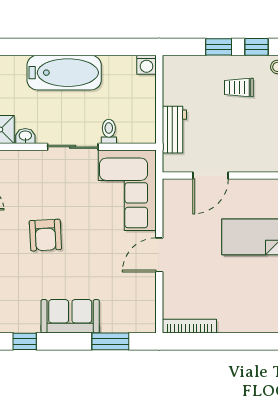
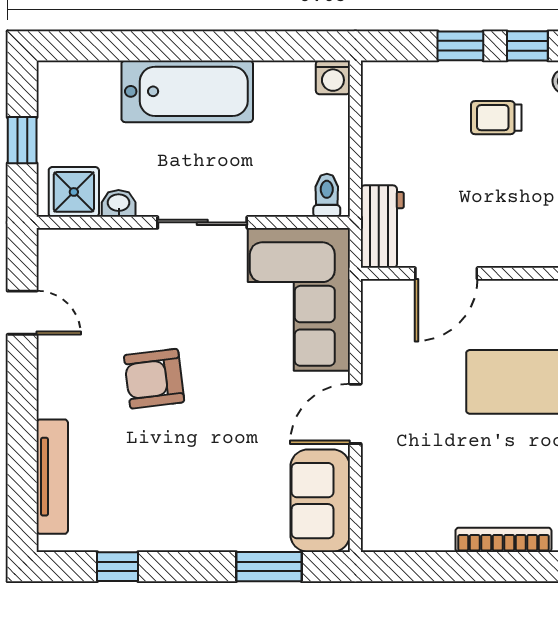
workbench: (174, 130) -> (382, 227), moved
toilet: (109, 131) -> (327, 195), moved
armchair: (45, 235) -> (154, 379), turned 86
sofa: (70, 316) -> (320, 501), moved, turned -90
bookcase: (189, 326) -> (503, 540), moved

